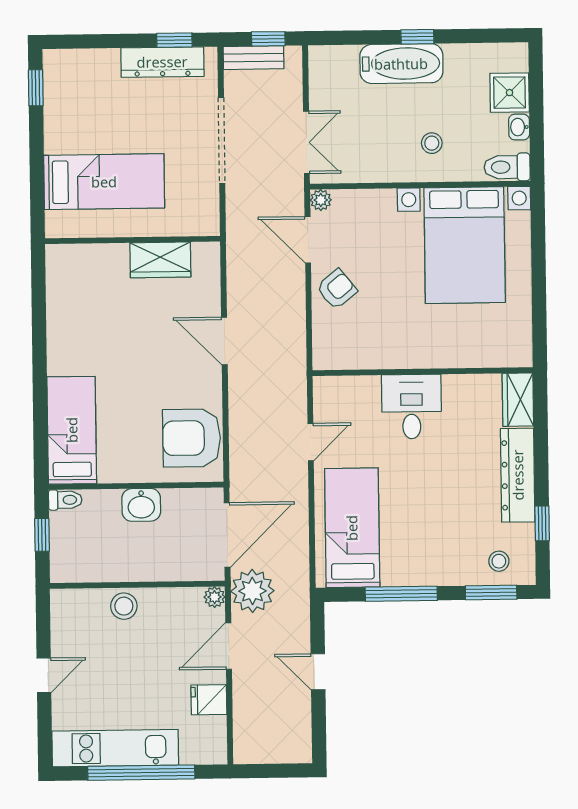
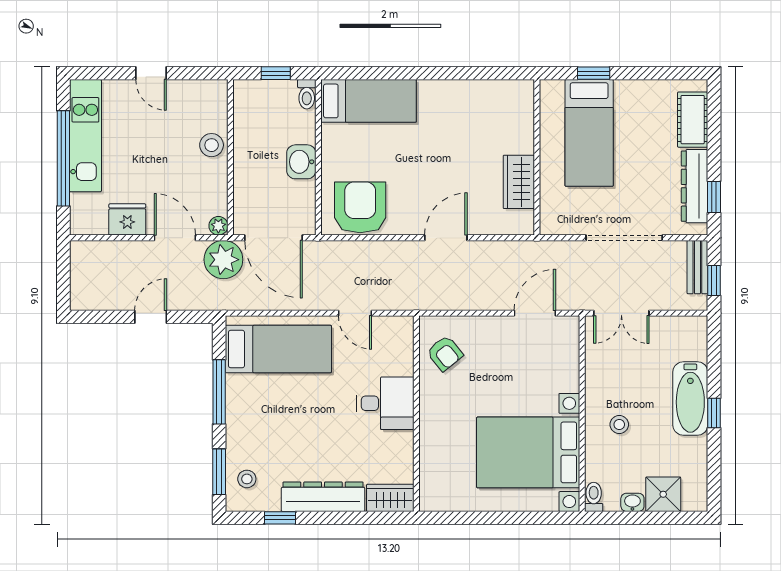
cot: (88, 65) -> (693, 120), added
window: (36, 88) -> (594, 73), moved
toilet: (507, 167) -> (594, 497), width x0.73, depth x0.72
plant: (321, 200) -> (570, 325), removed
armchair: (337, 289) -> (445, 353), moved
fridge: (209, 700) -> (127, 219), width x1.38

